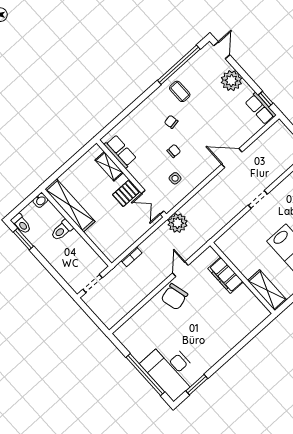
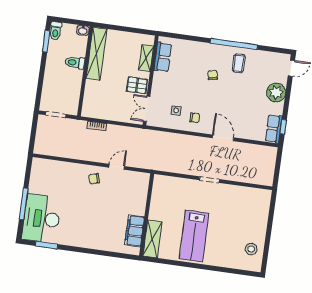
window: (179, 65) -> (234, 44), moved
chair: (174, 151) -> (195, 118), moved
plant: (178, 223) -> (147, 138), removed
filing cabinet: (226, 275) -> (134, 231), moved
chair: (174, 297) -> (94, 179), width x0.54, depth x0.54
window: (145, 375) -> (24, 204), width x0.68

